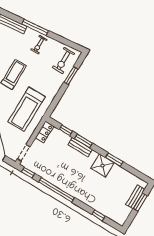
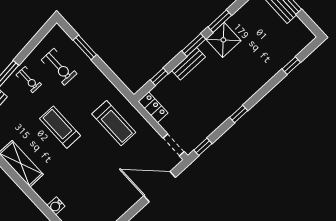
exercise bike: (63, 60) -> (59, 67), moved
treadmill: (27, 109) -> (114, 123), width x0.73, depth x0.73
window: (83, 141) -> (194, 45), moved
window: (56, 190) -> (239, 114), width x0.32

